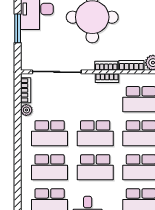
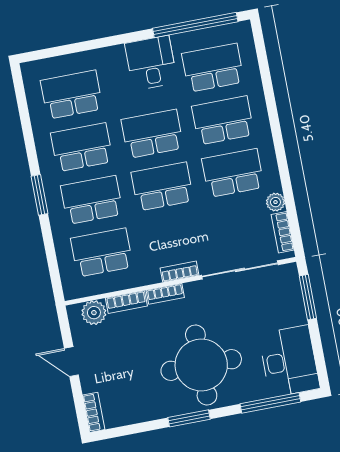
window: (18, 28) -> (308, 297), moved
bookcase: (107, 78) -> (179, 272), moved

